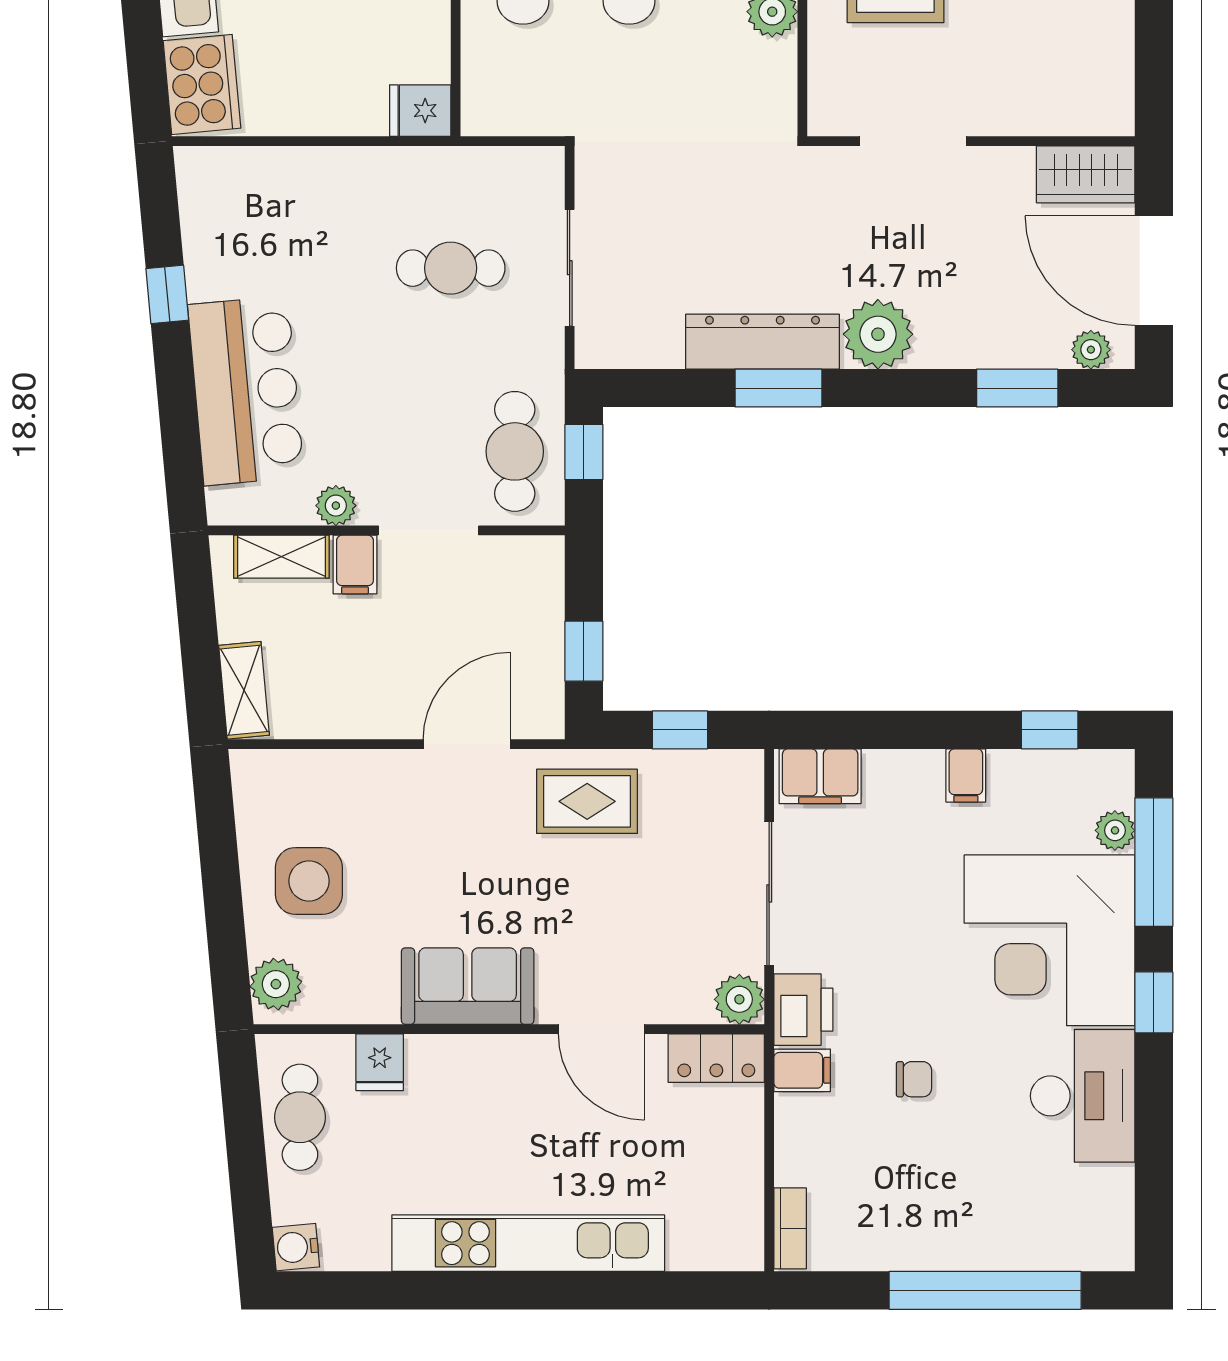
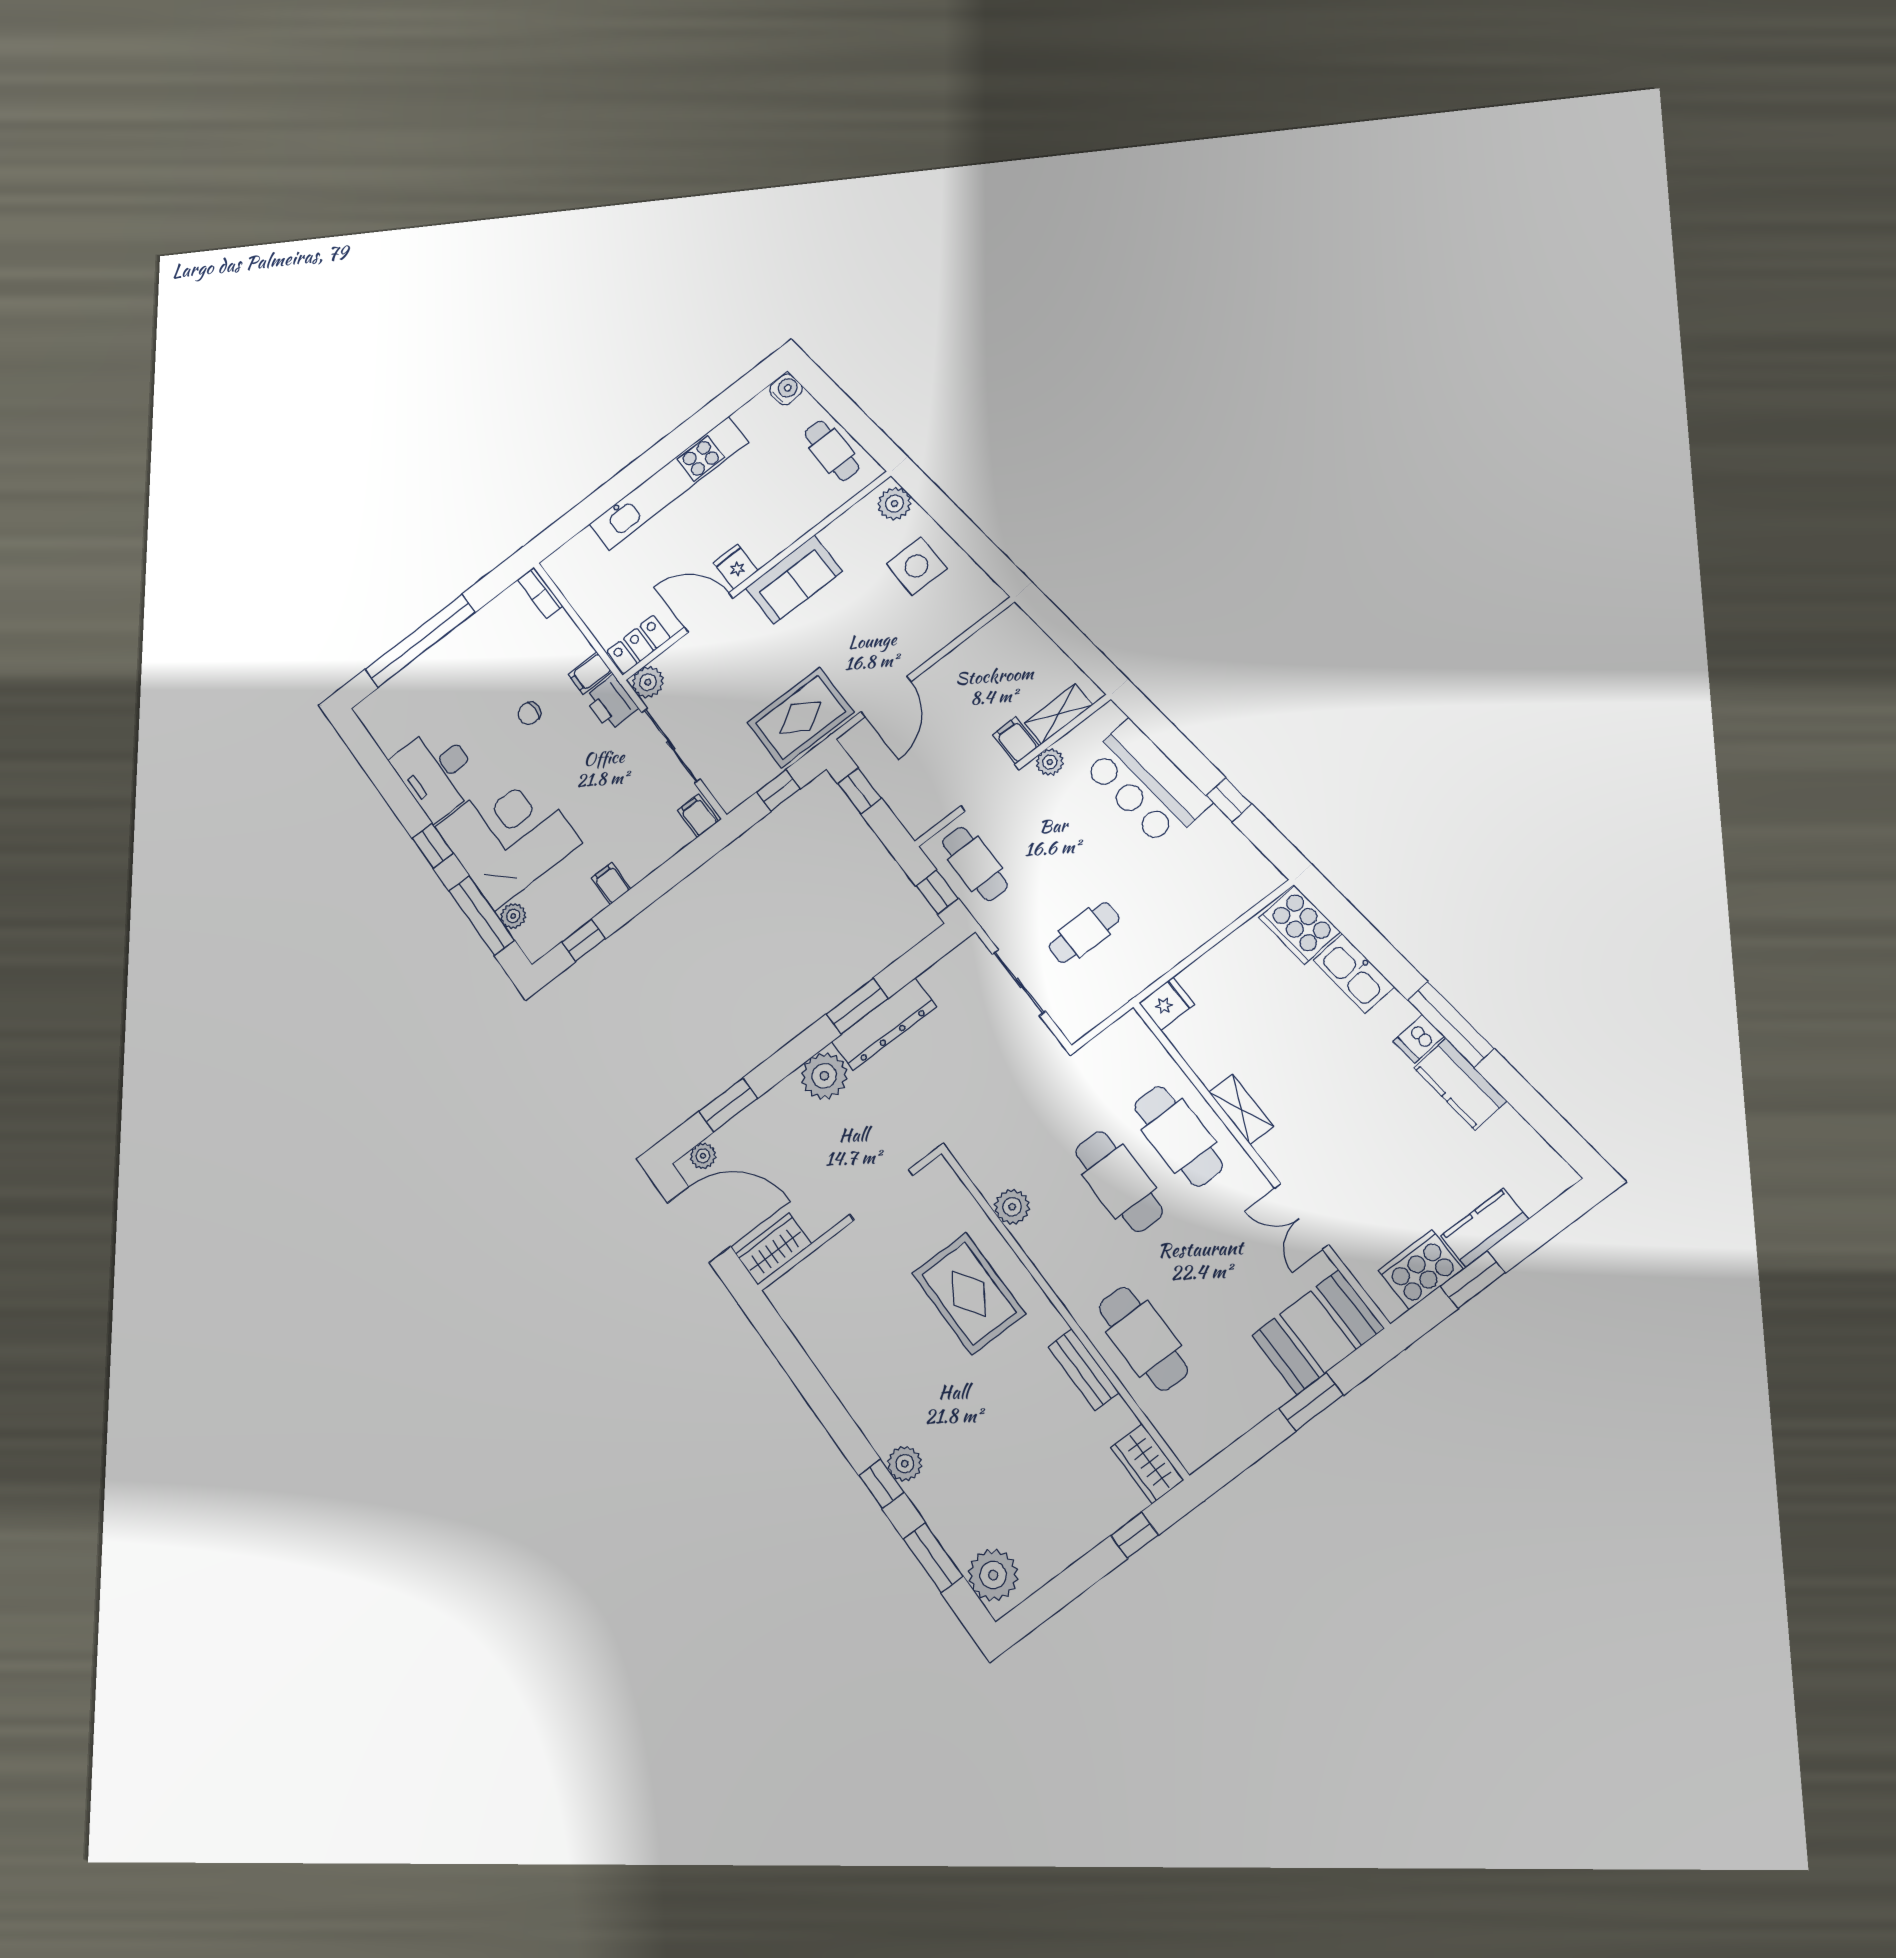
shelving: (244, 690) -> (1025, 632), removed
filing cabinet: (820, 776) -> (698, 816), width x0.50
rug: (587, 801) -> (801, 717), width x1.36, depth x1.43
fridge: (380, 1062) -> (736, 567), moved

